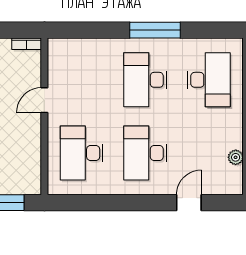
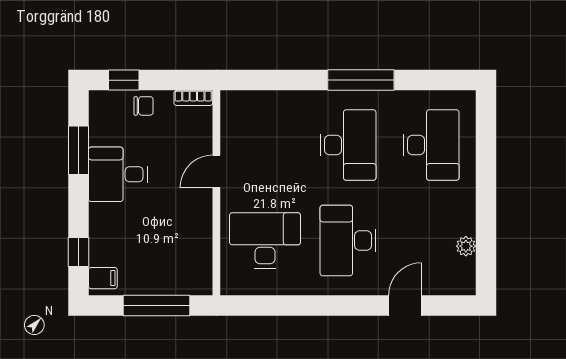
desk: (145, 80) -> (348, 145), turned 180
desk: (82, 153) -> (265, 241), turned 90

